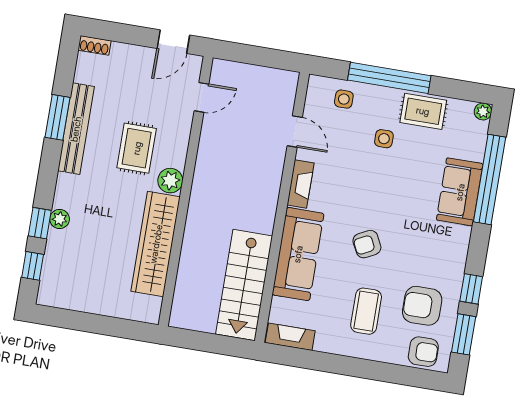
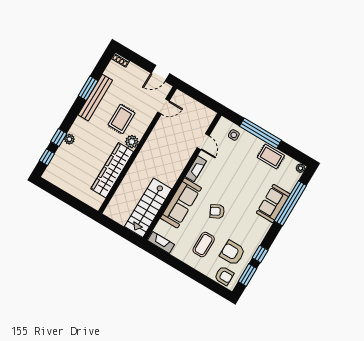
side table: (384, 139) -> (246, 162), removed

